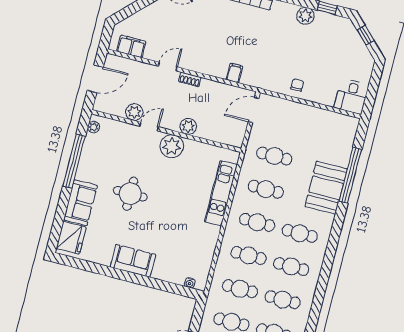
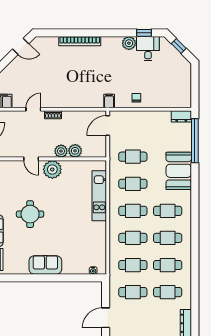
filing cabinet: (234, 73) -> (109, 101), moved
desk: (351, 96) -> (148, 49), moved, turned 180
plant: (134, 112) -> (75, 151), moved
dresser: (346, 122) -> (181, 116), added
door: (149, 127) -> (31, 159), swing flipped
window: (350, 175) -> (195, 141), moved

